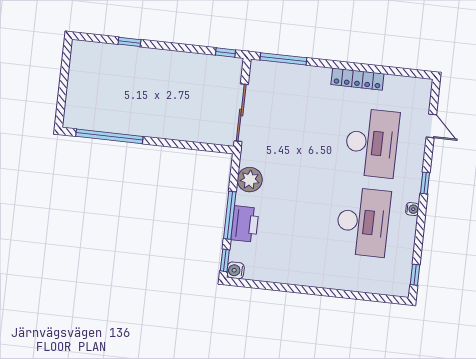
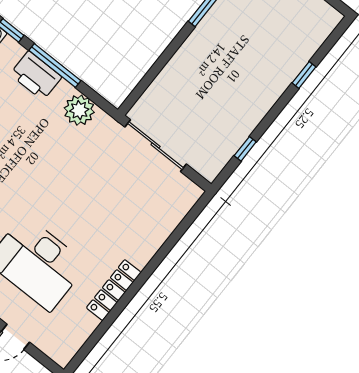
window: (226, 52) -> (245, 149), moved
window: (283, 59) -> (184, 226), removed

